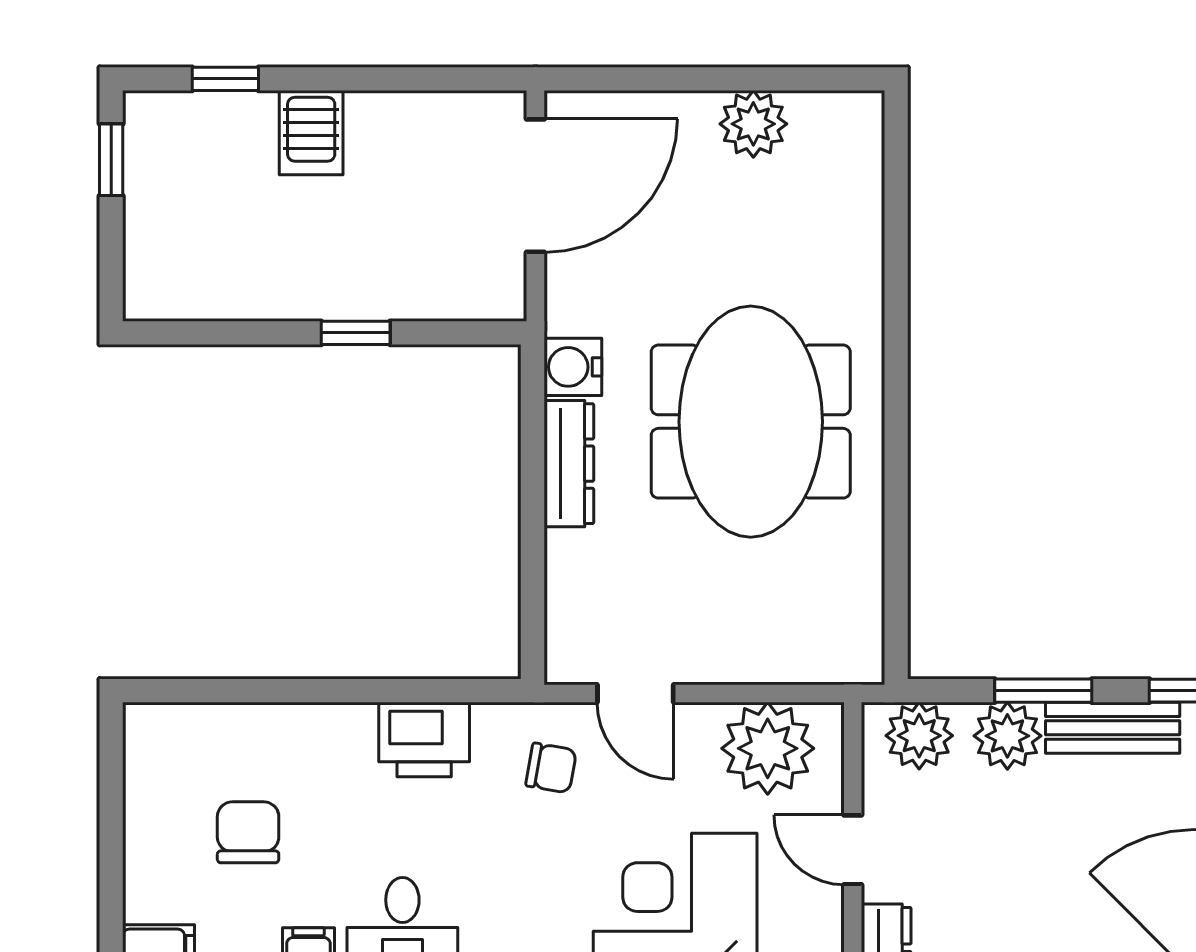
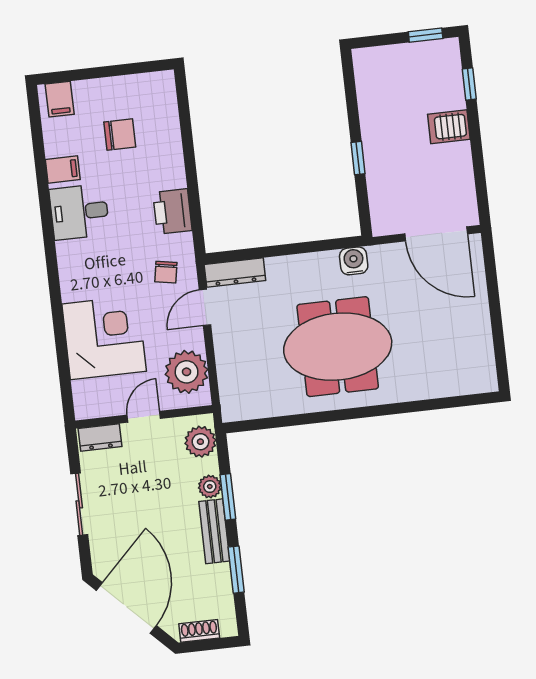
plant: (753, 124) -> (476, 332), removed
dresser: (569, 464) -> (235, 273), moved
plant: (1007, 736) -> (210, 487), width x0.73, depth x0.73

